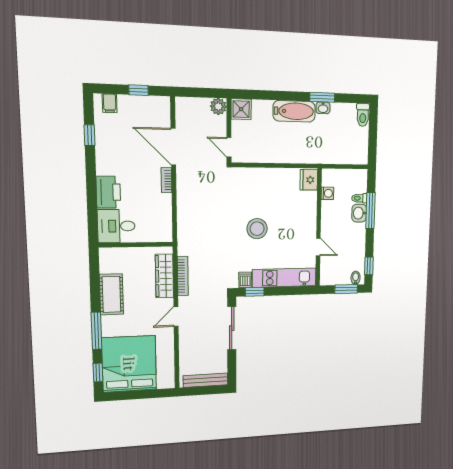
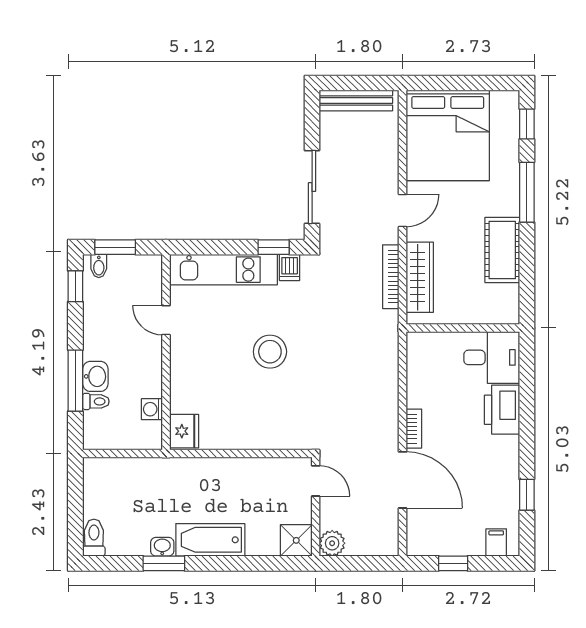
bed: (129, 364) -> (448, 135), moved

